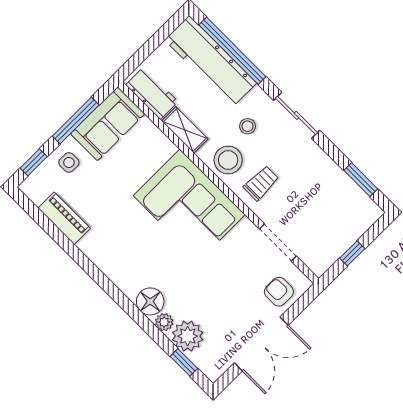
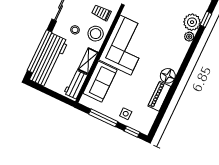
sofa: (108, 124) -> (100, 82), moved, turned 90
piano: (64, 218) -> (159, 96), moved
floor lamp: (150, 301) -> (168, 76), moved

